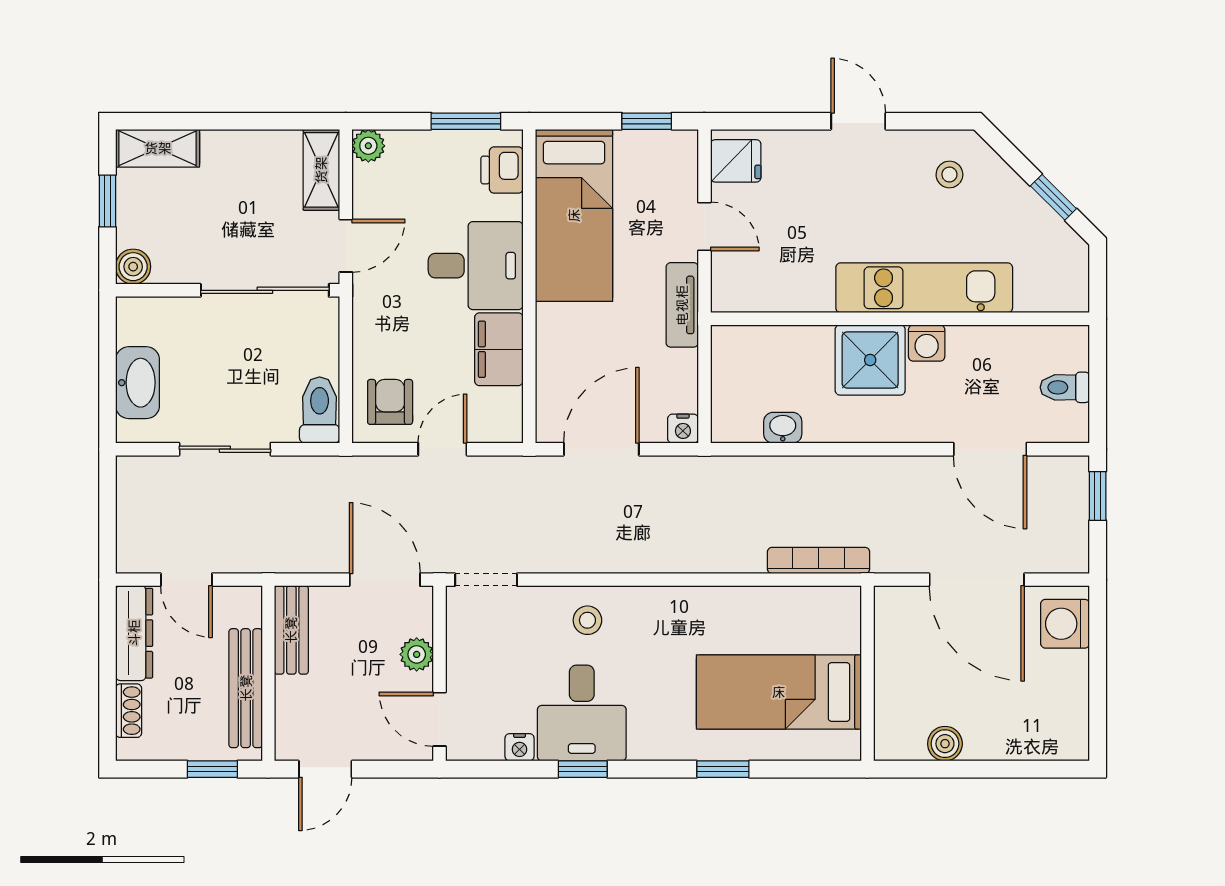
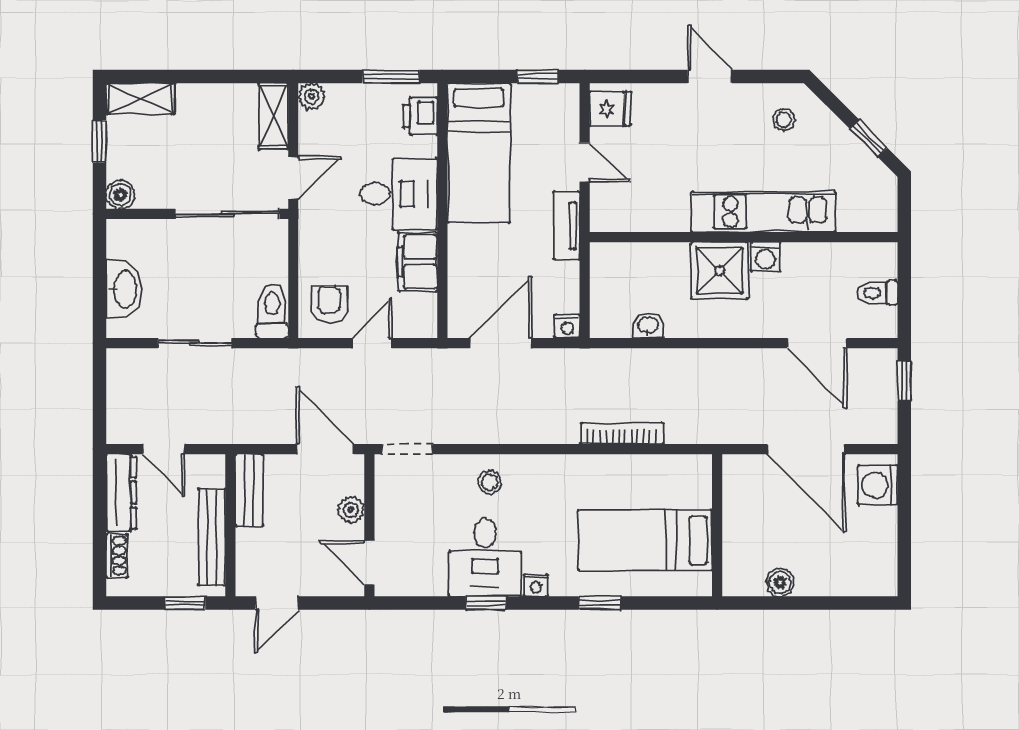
bookcase: (819, 560) -> (622, 433), moved
nightstand: (520, 747) -> (536, 585), moved

